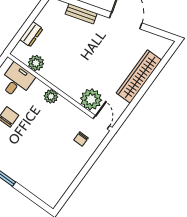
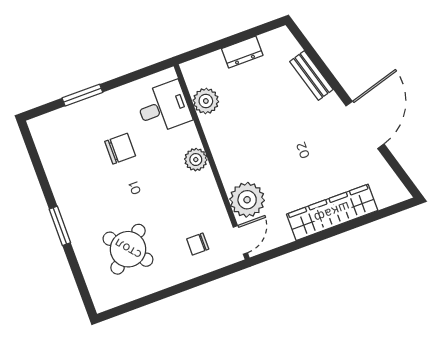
dresser: (31, 34) -> (242, 52), moved
round table: (47, 166) -> (128, 249), added

